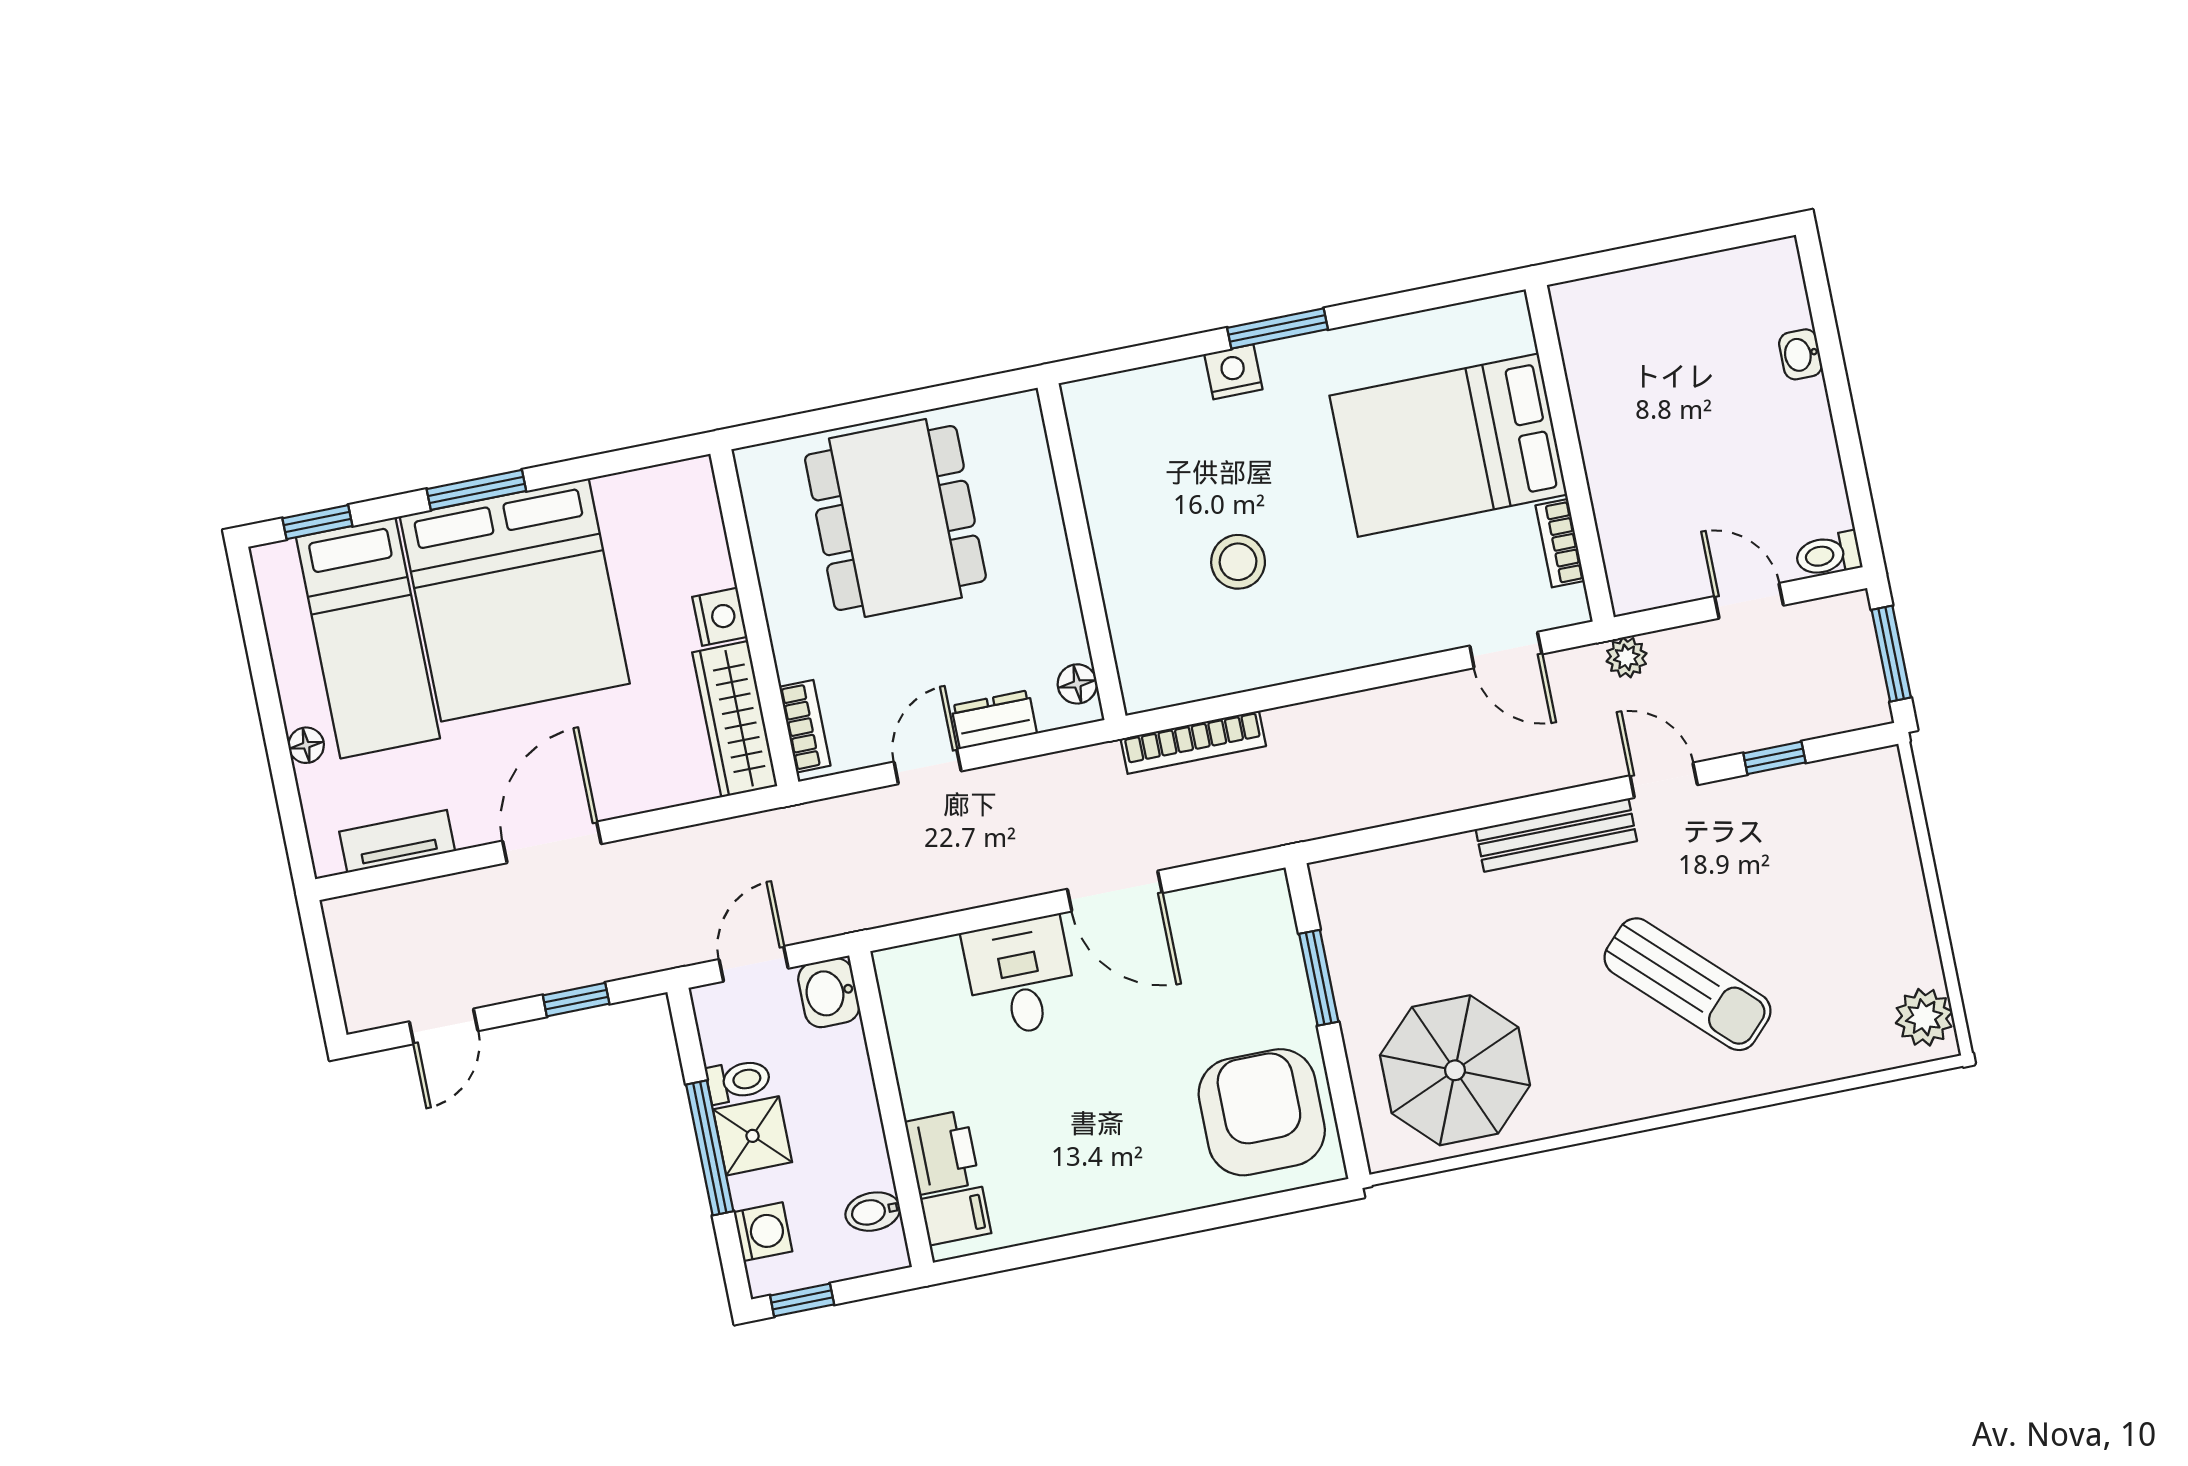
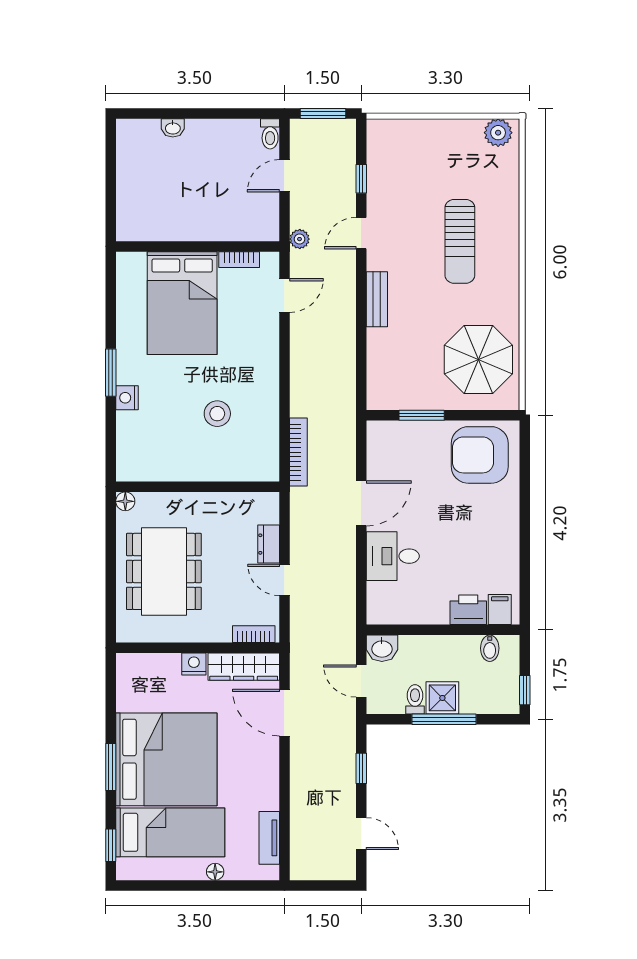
dining table: (895, 518) -> (164, 571), turned 90
floor lamp: (1077, 684) -> (125, 501), moved
bench: (1556, 835) -> (377, 299), width x0.73
door: (552, 842) -> (284, 713), moved
sun lounger: (1688, 984) -> (460, 241), turned 136
washing machine: (763, 1232) -> (489, 702), removed

